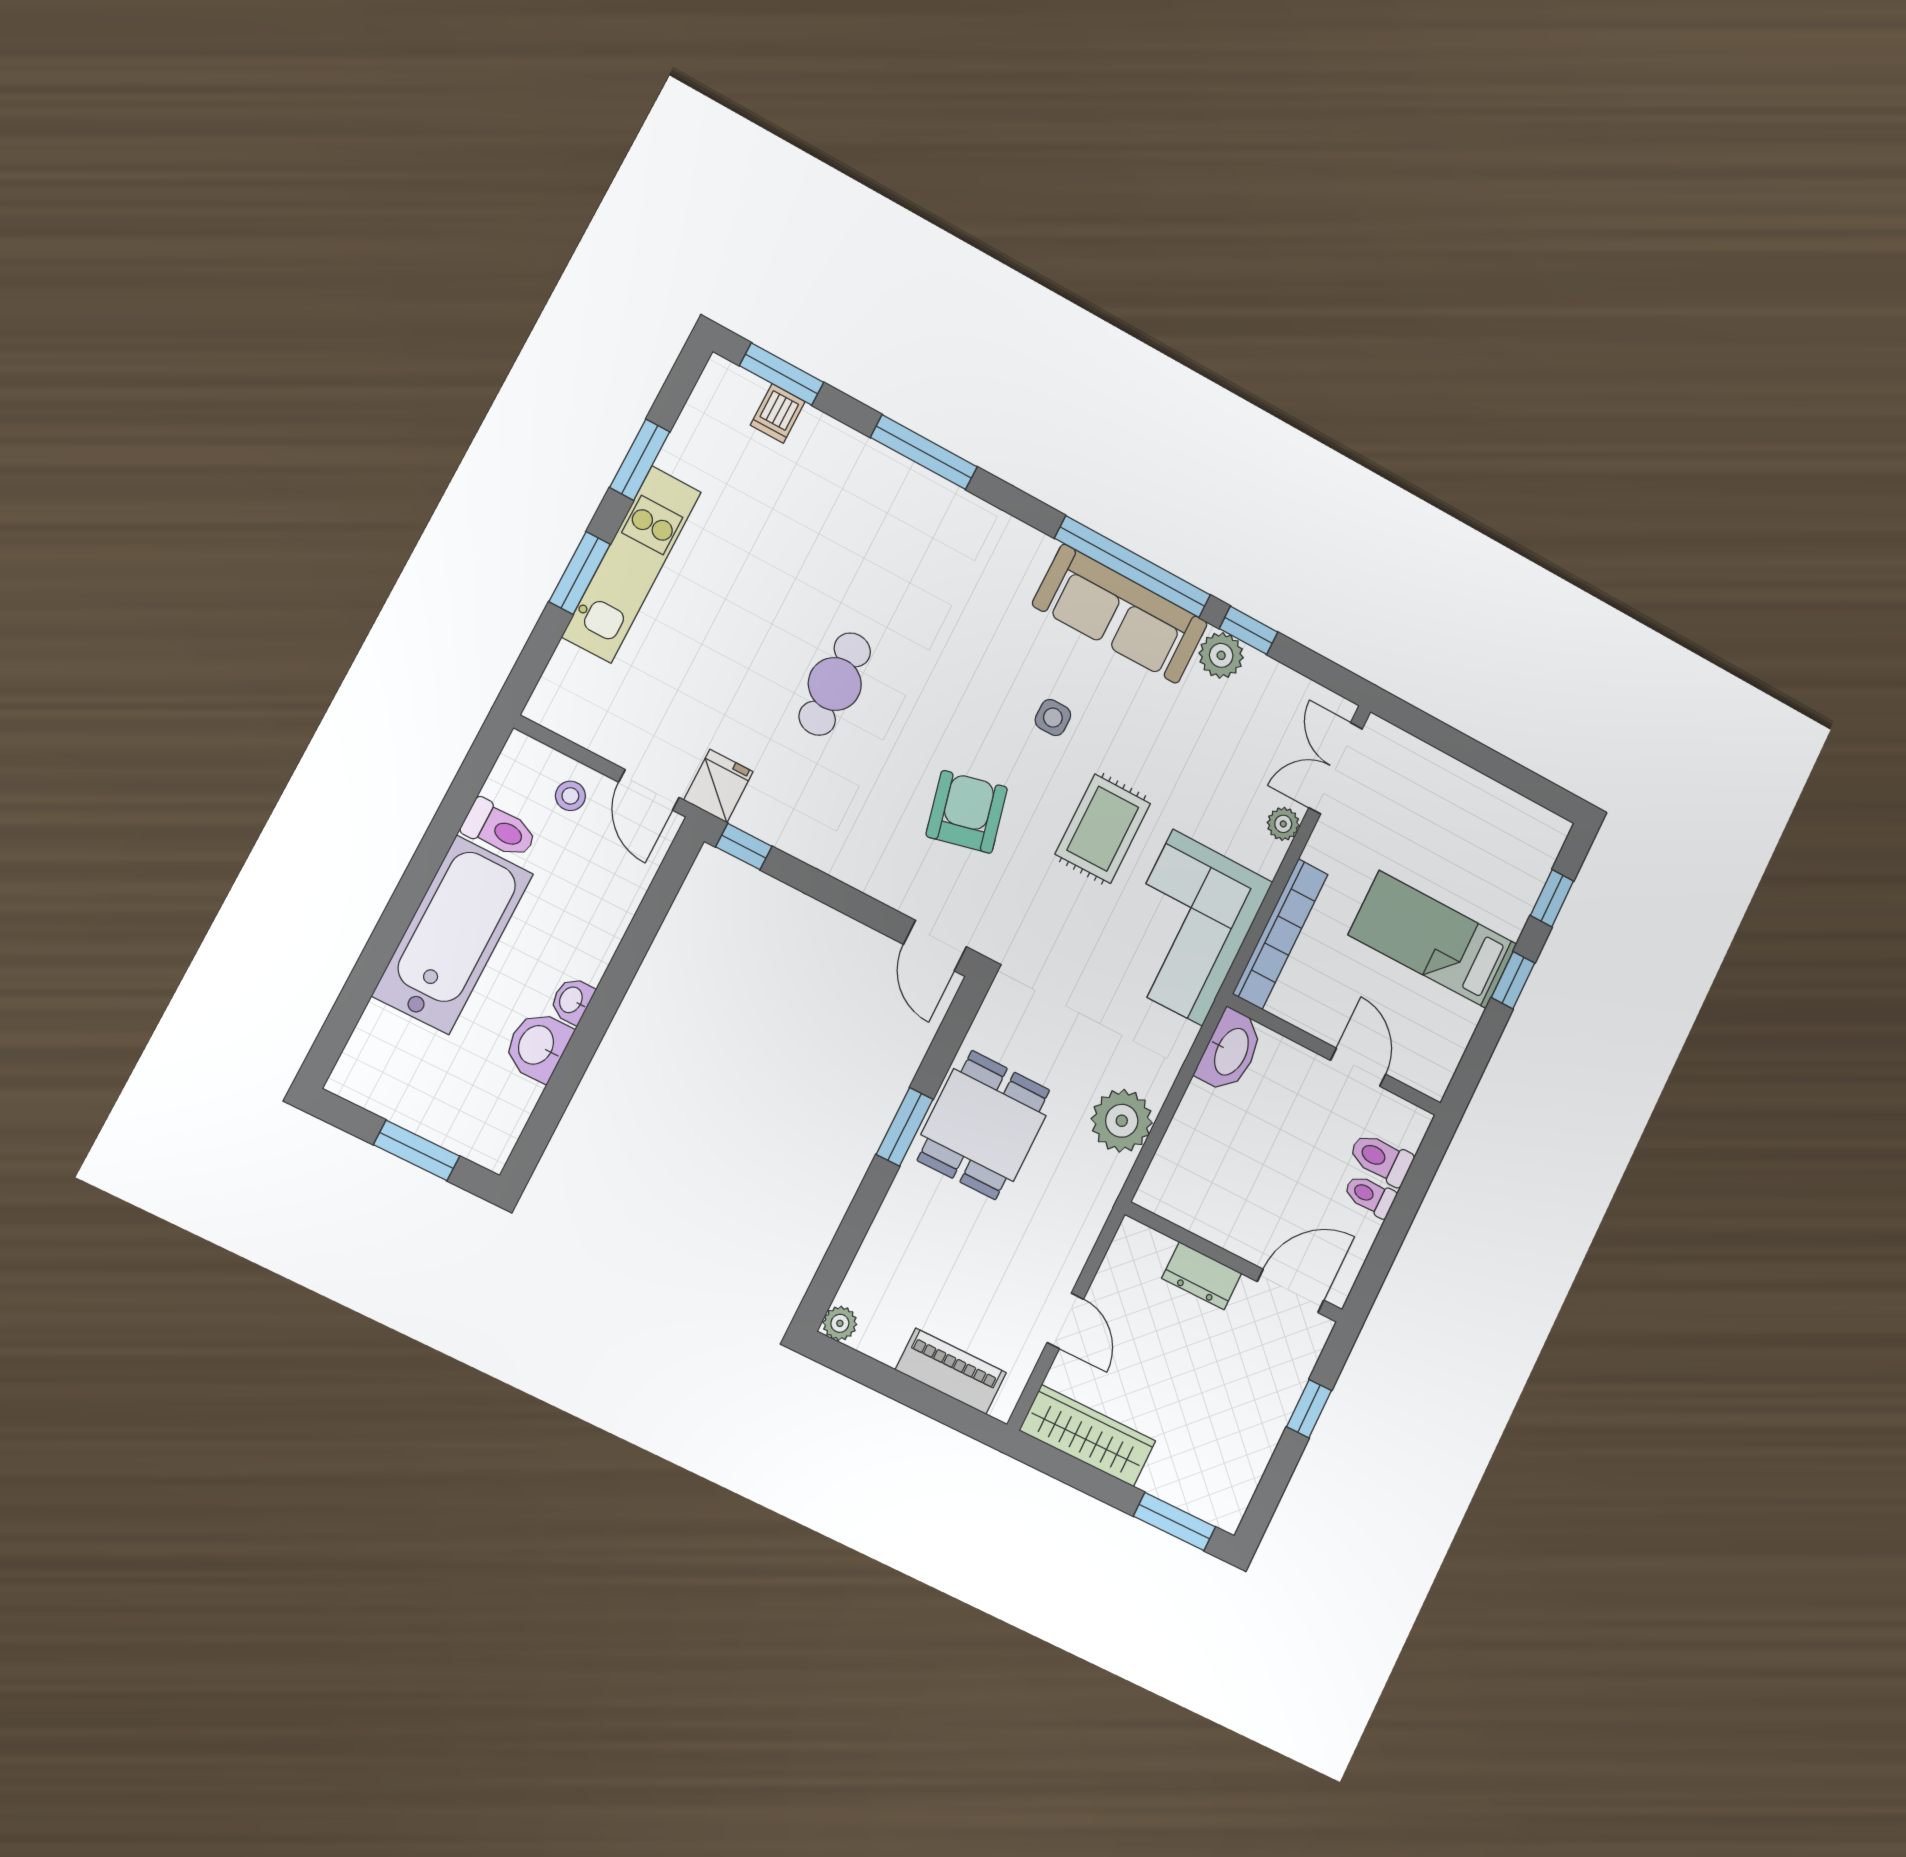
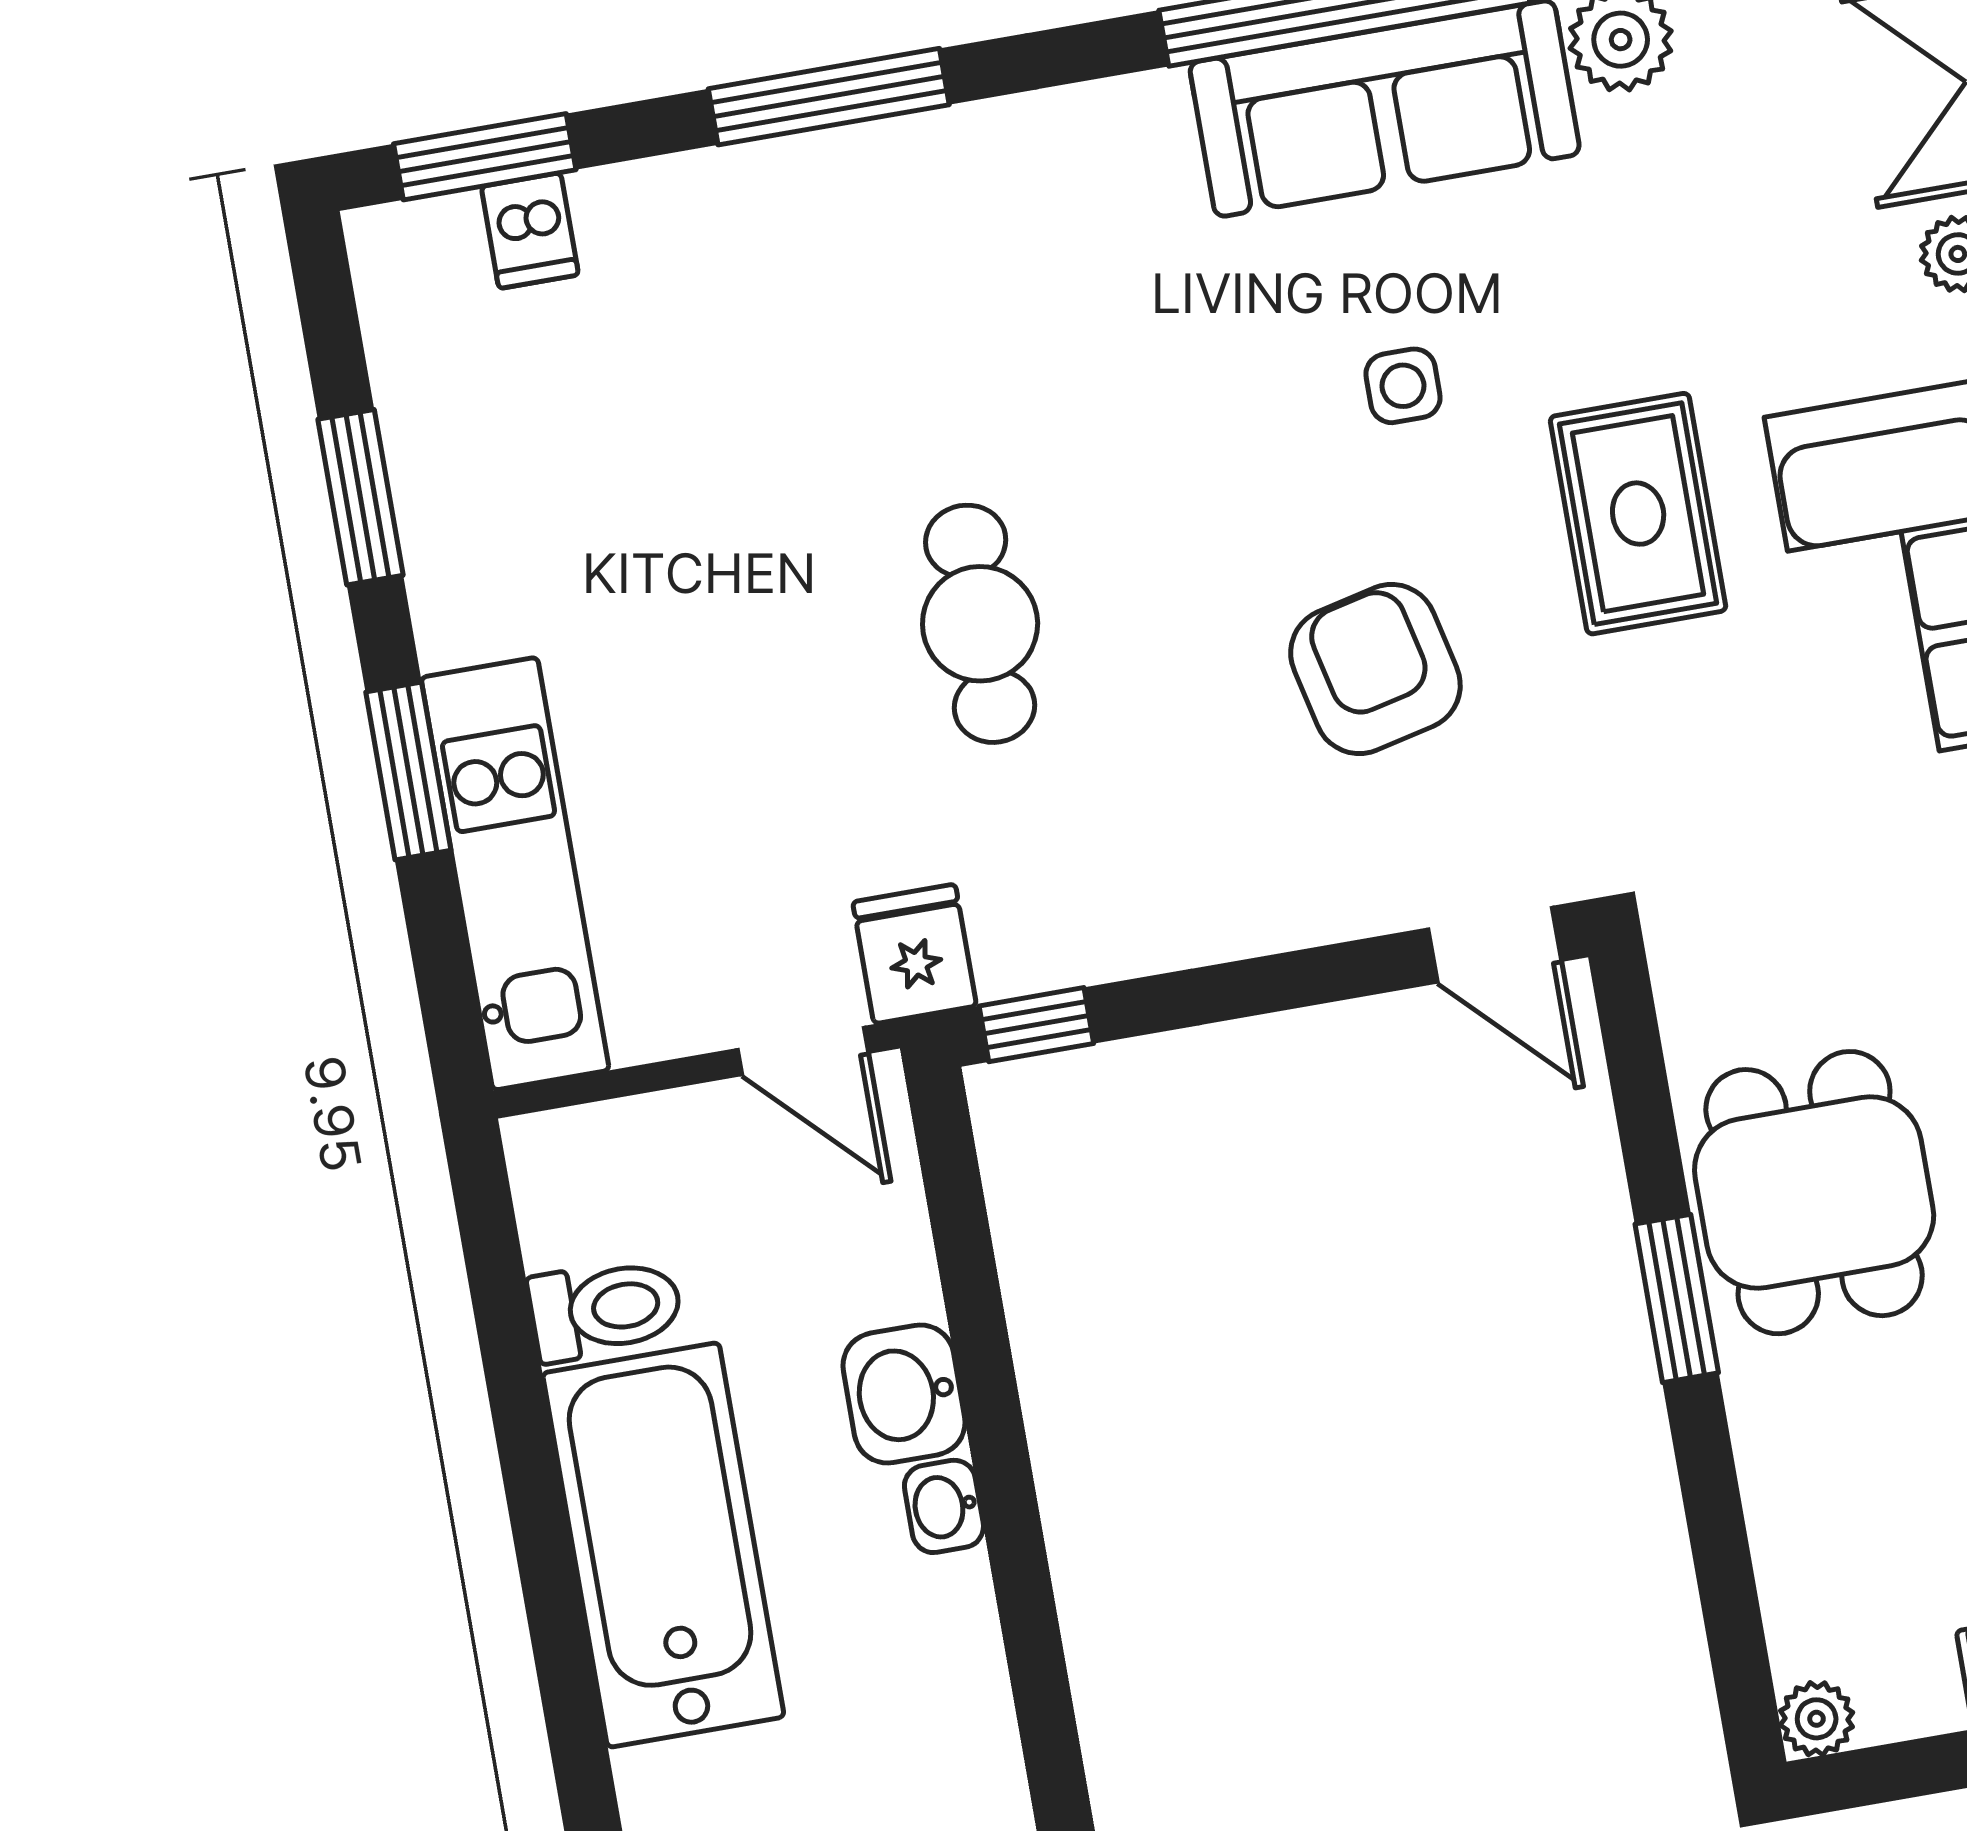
kitchen unit: (632, 564) -> (515, 874), moved
stool: (570, 796) -> (680, 1162), removed
washbasin: (537, 1046) -> (904, 1394), moved

